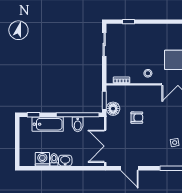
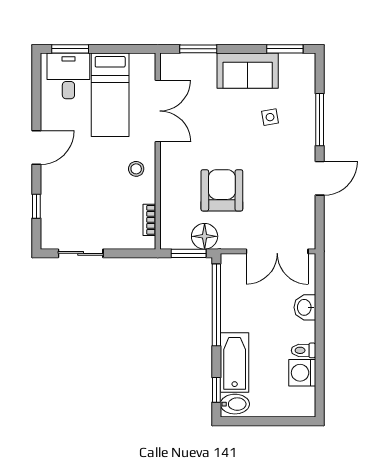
door: (159, 22) -> (36, 148), added
armchair: (137, 118) -> (222, 190), width x1.88, depth x1.88
bidet: (78, 124) -> (235, 404), moved
washbasin: (65, 161) -> (305, 307), moved
door: (129, 168) -> (320, 178), moved

